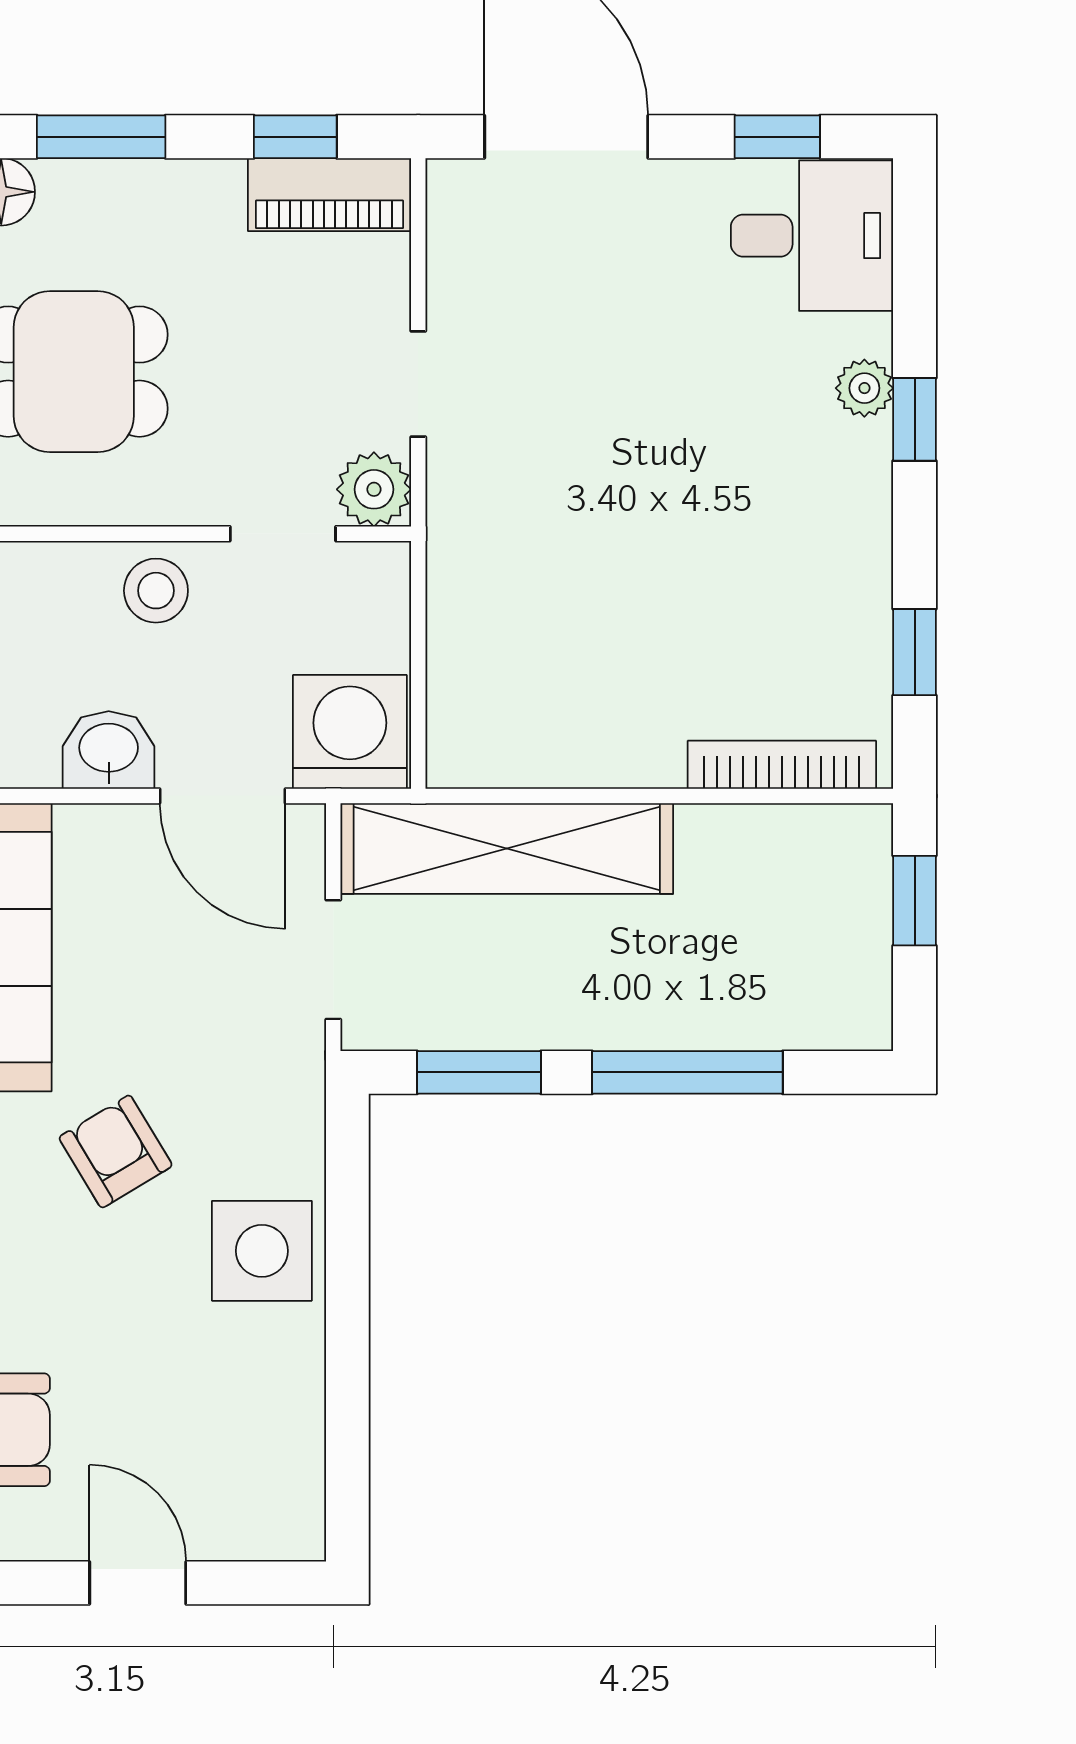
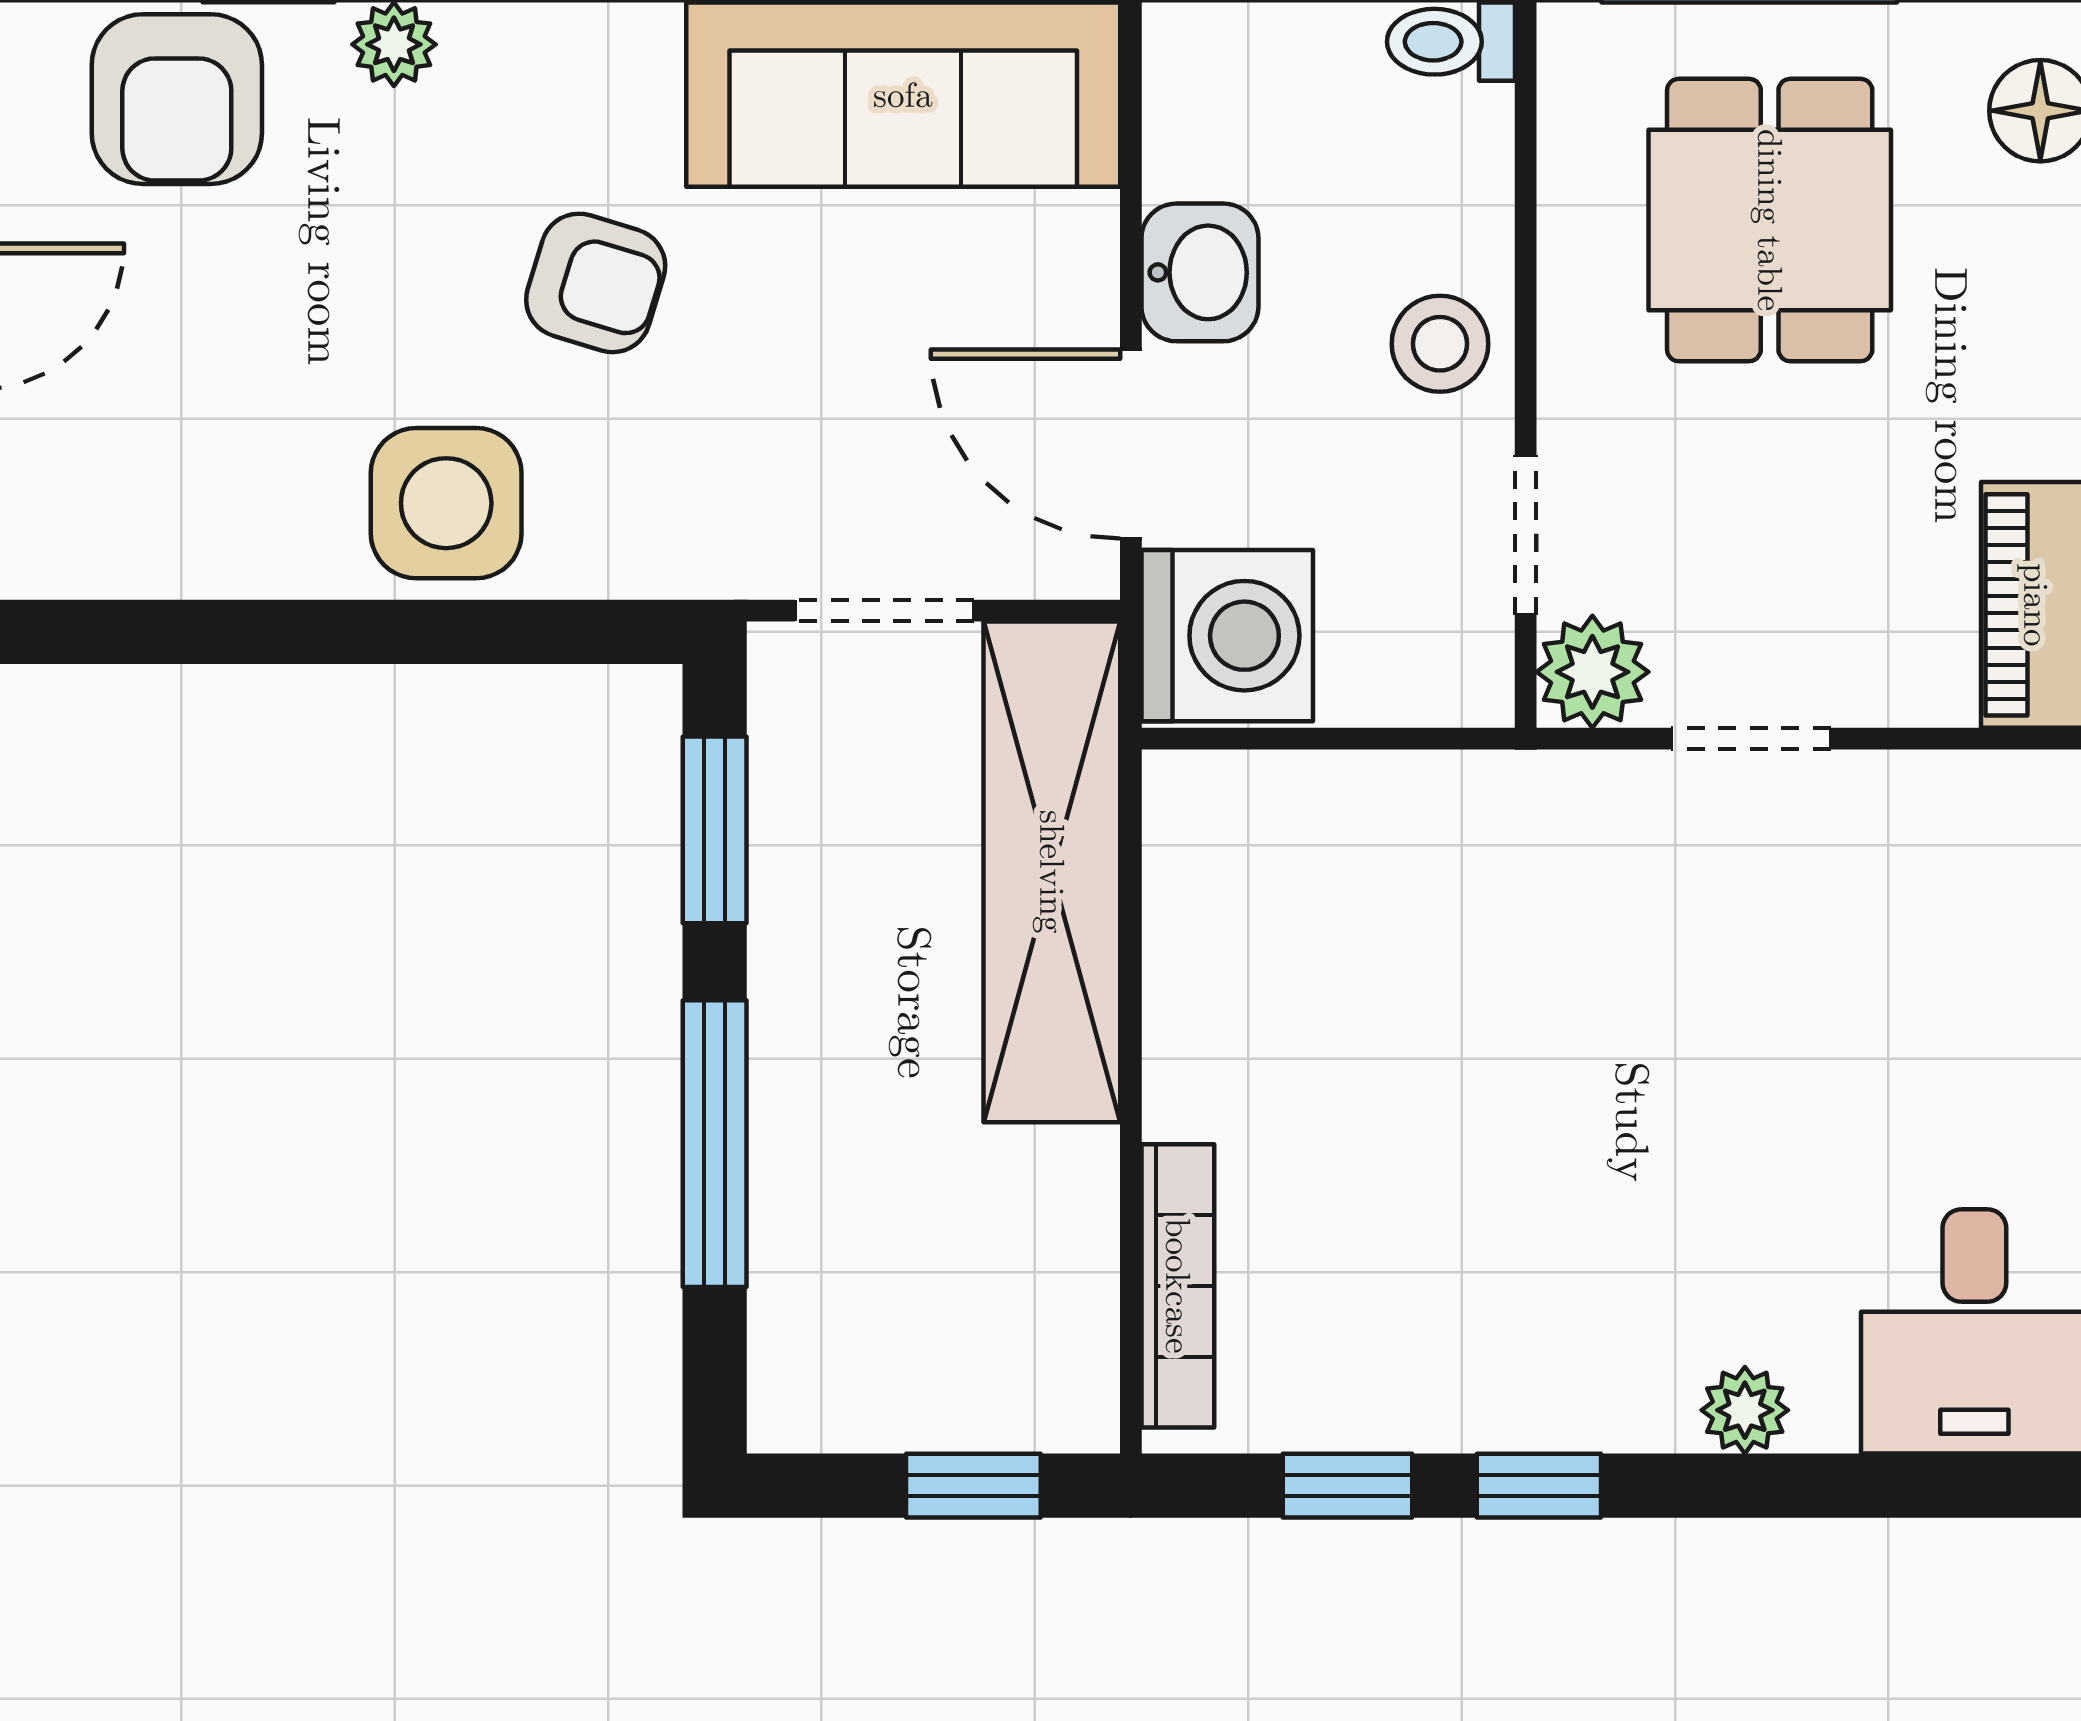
window: (915, 419) -> (1539, 1486), moved
door: (223, 796) -> (1131, 444), hinge flipped
armchair: (116, 1151) -> (596, 283), turned 48

